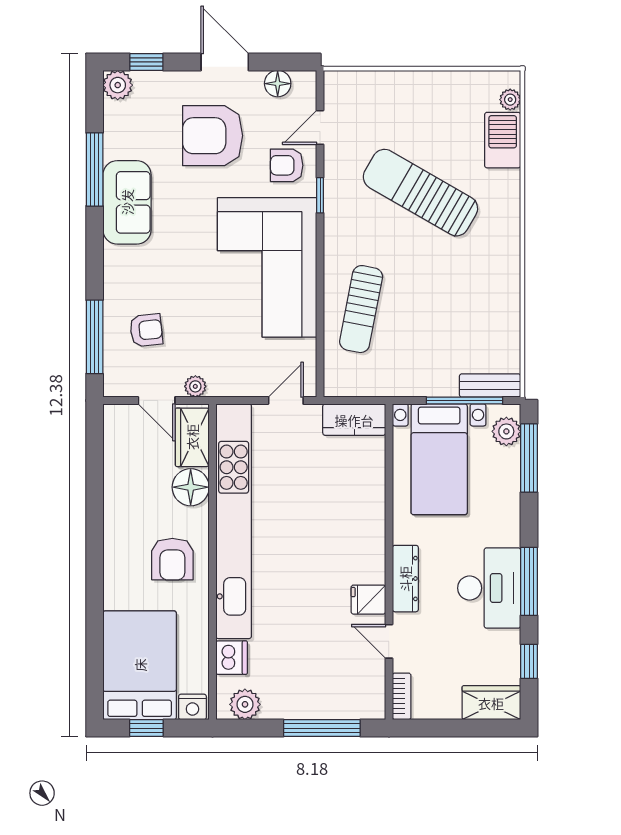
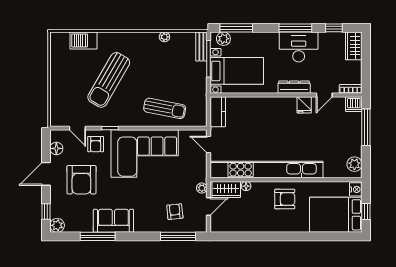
plant: (510, 100) -> (164, 37), moved
floor lamp: (191, 487) -> (246, 186), width x0.53, depth x0.53
dishwasher: (232, 658) -> (354, 104), moved, turned 180

